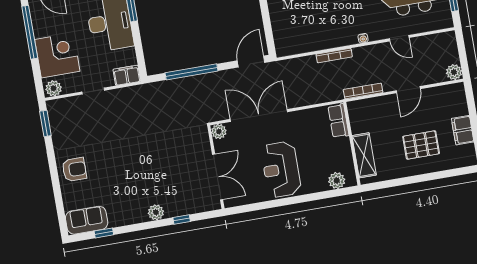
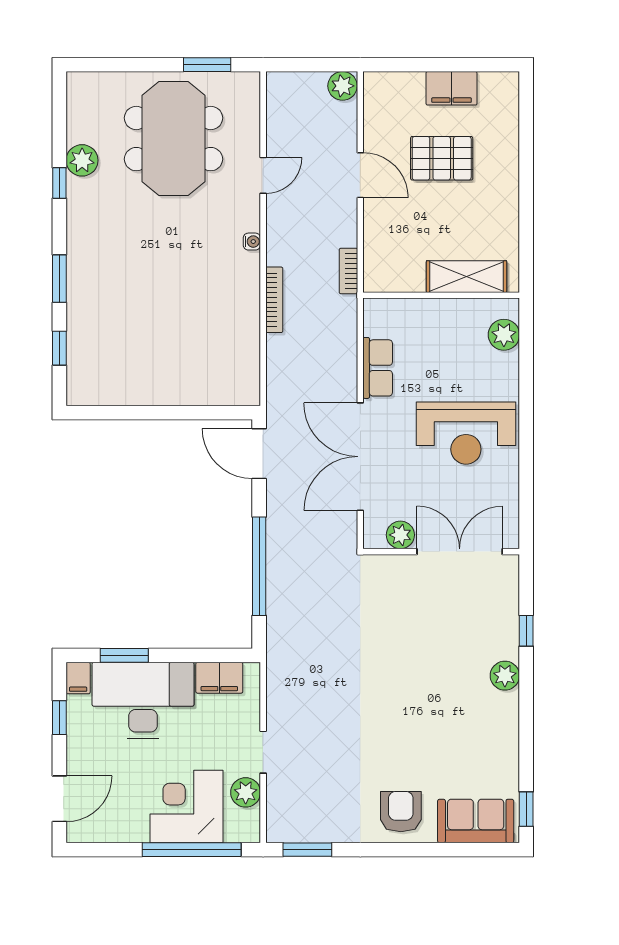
window: (30, 32) -> (192, 850), moved
filing cabinet: (127, 75) -> (219, 678), moved, turned -90
plant: (54, 88) -> (246, 792), moved
bookcase: (363, 91) -> (348, 271), width x0.64
row of seats: (338, 121) -> (378, 368), moved, turned -90
plant: (219, 132) -> (400, 535), moved
pallet: (421, 145) -> (442, 158), moved, turned 90
sofa: (87, 220) -> (476, 821), moved, turned 90
window: (104, 233) -> (526, 809), moved

